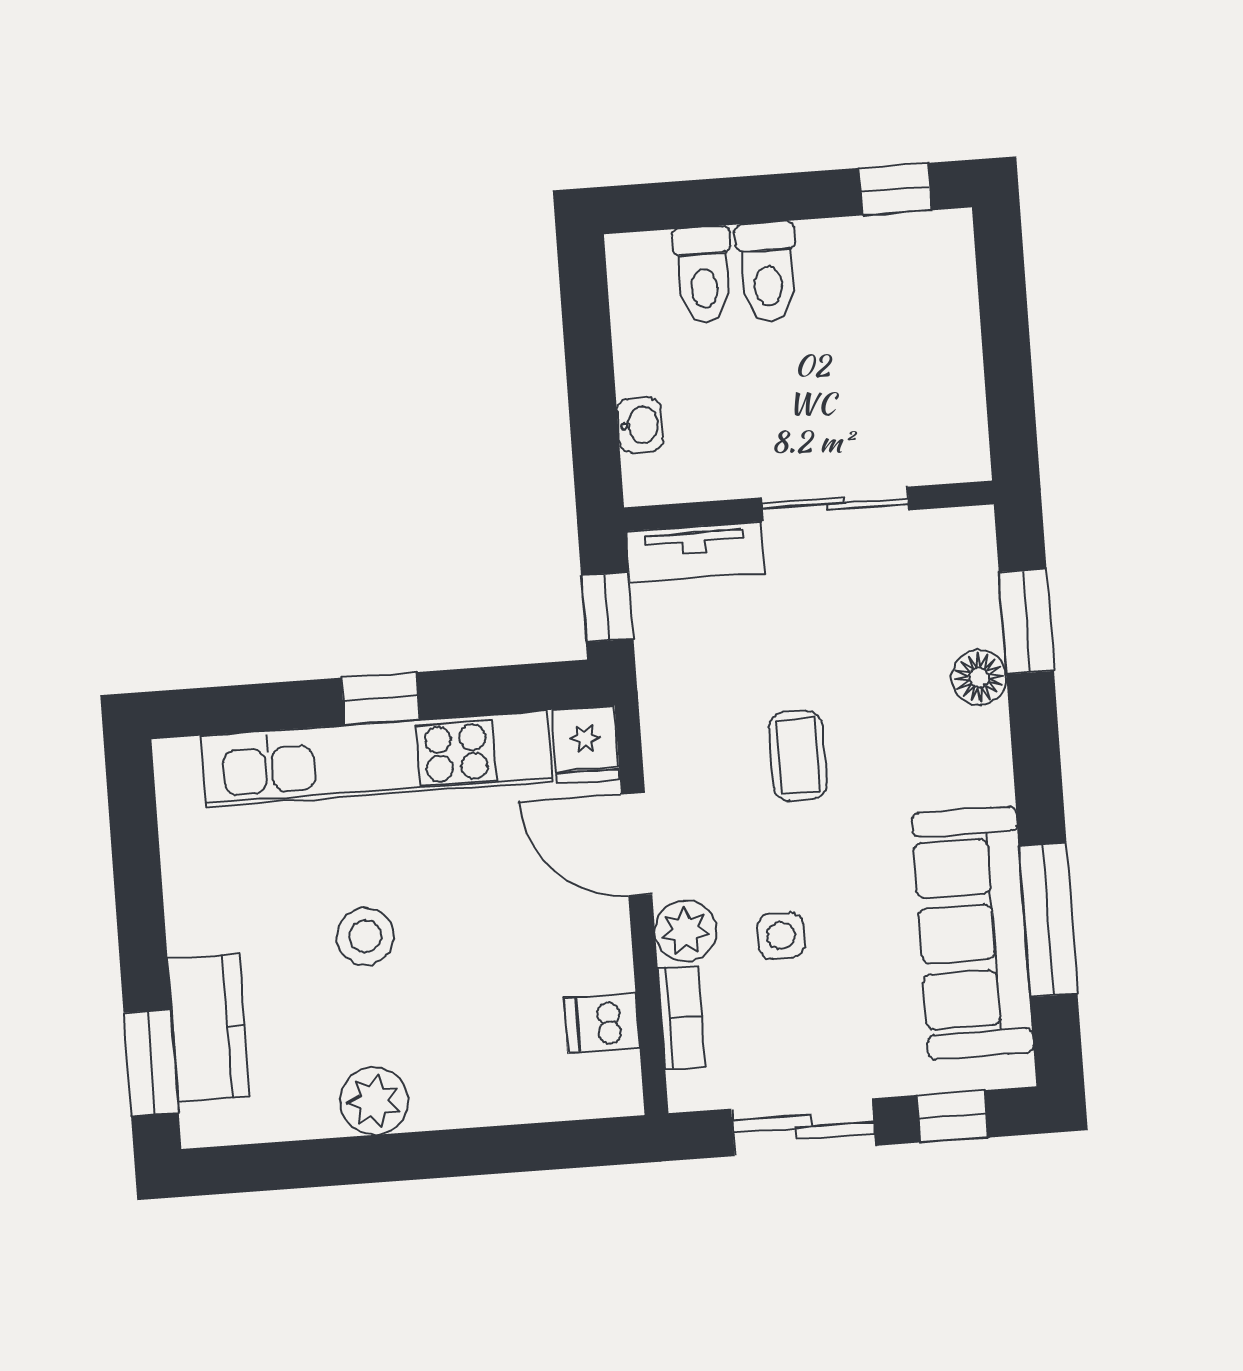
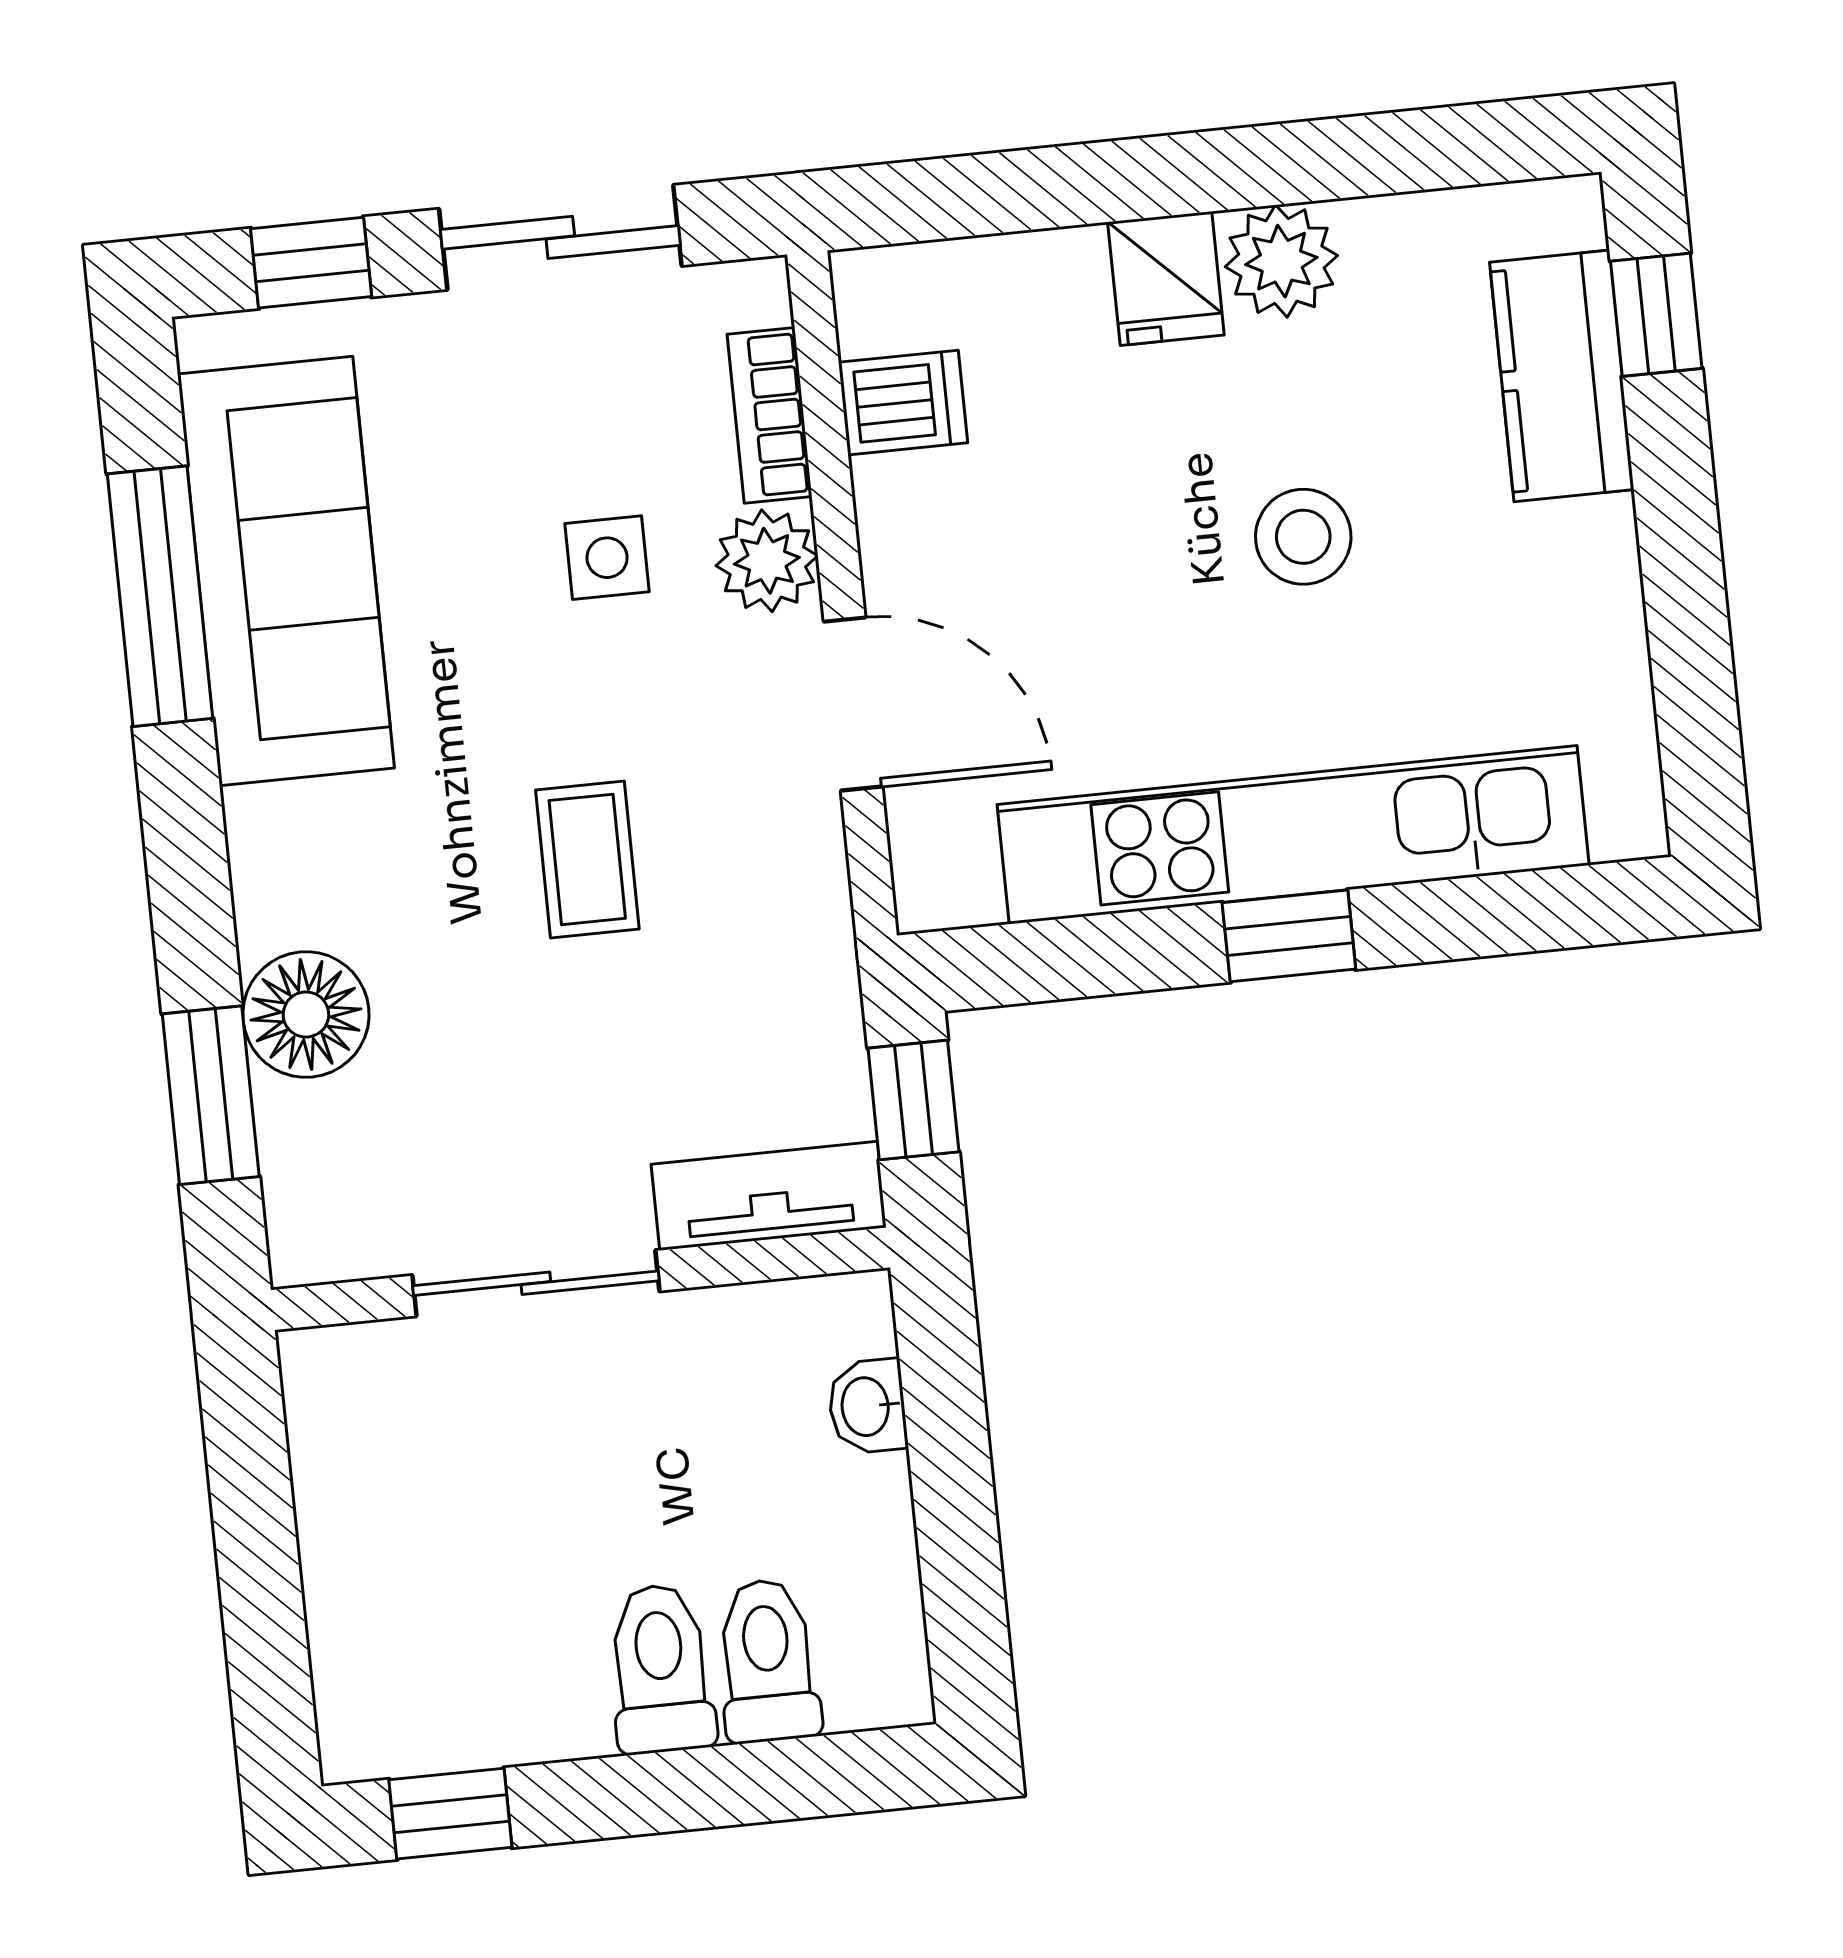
floor lamp: (979, 677) -> (306, 1014), width x1.38, depth x1.38
fridge: (586, 745) -> (1166, 279), moved, turned 180
window: (151, 1063) -> (1656, 315), width x0.67

